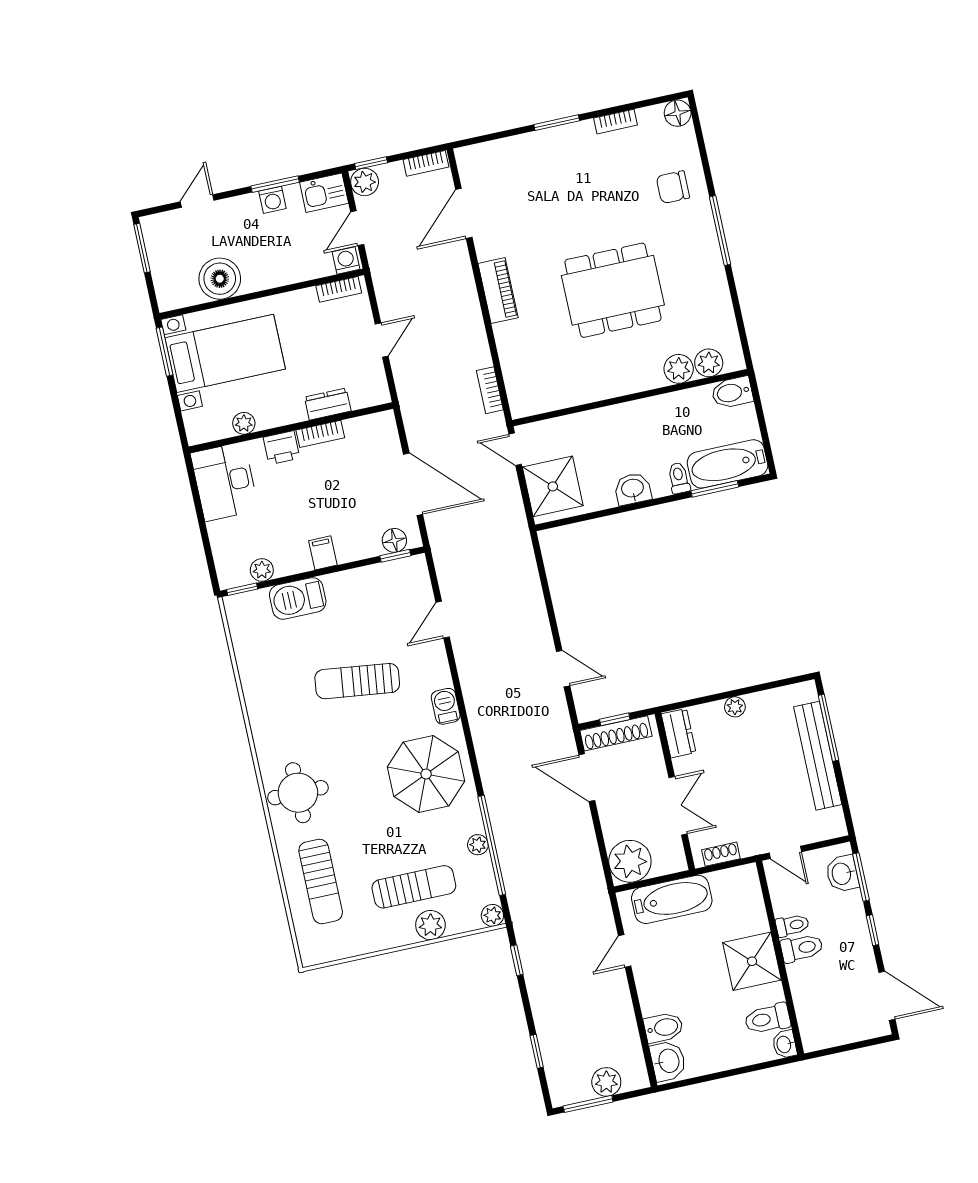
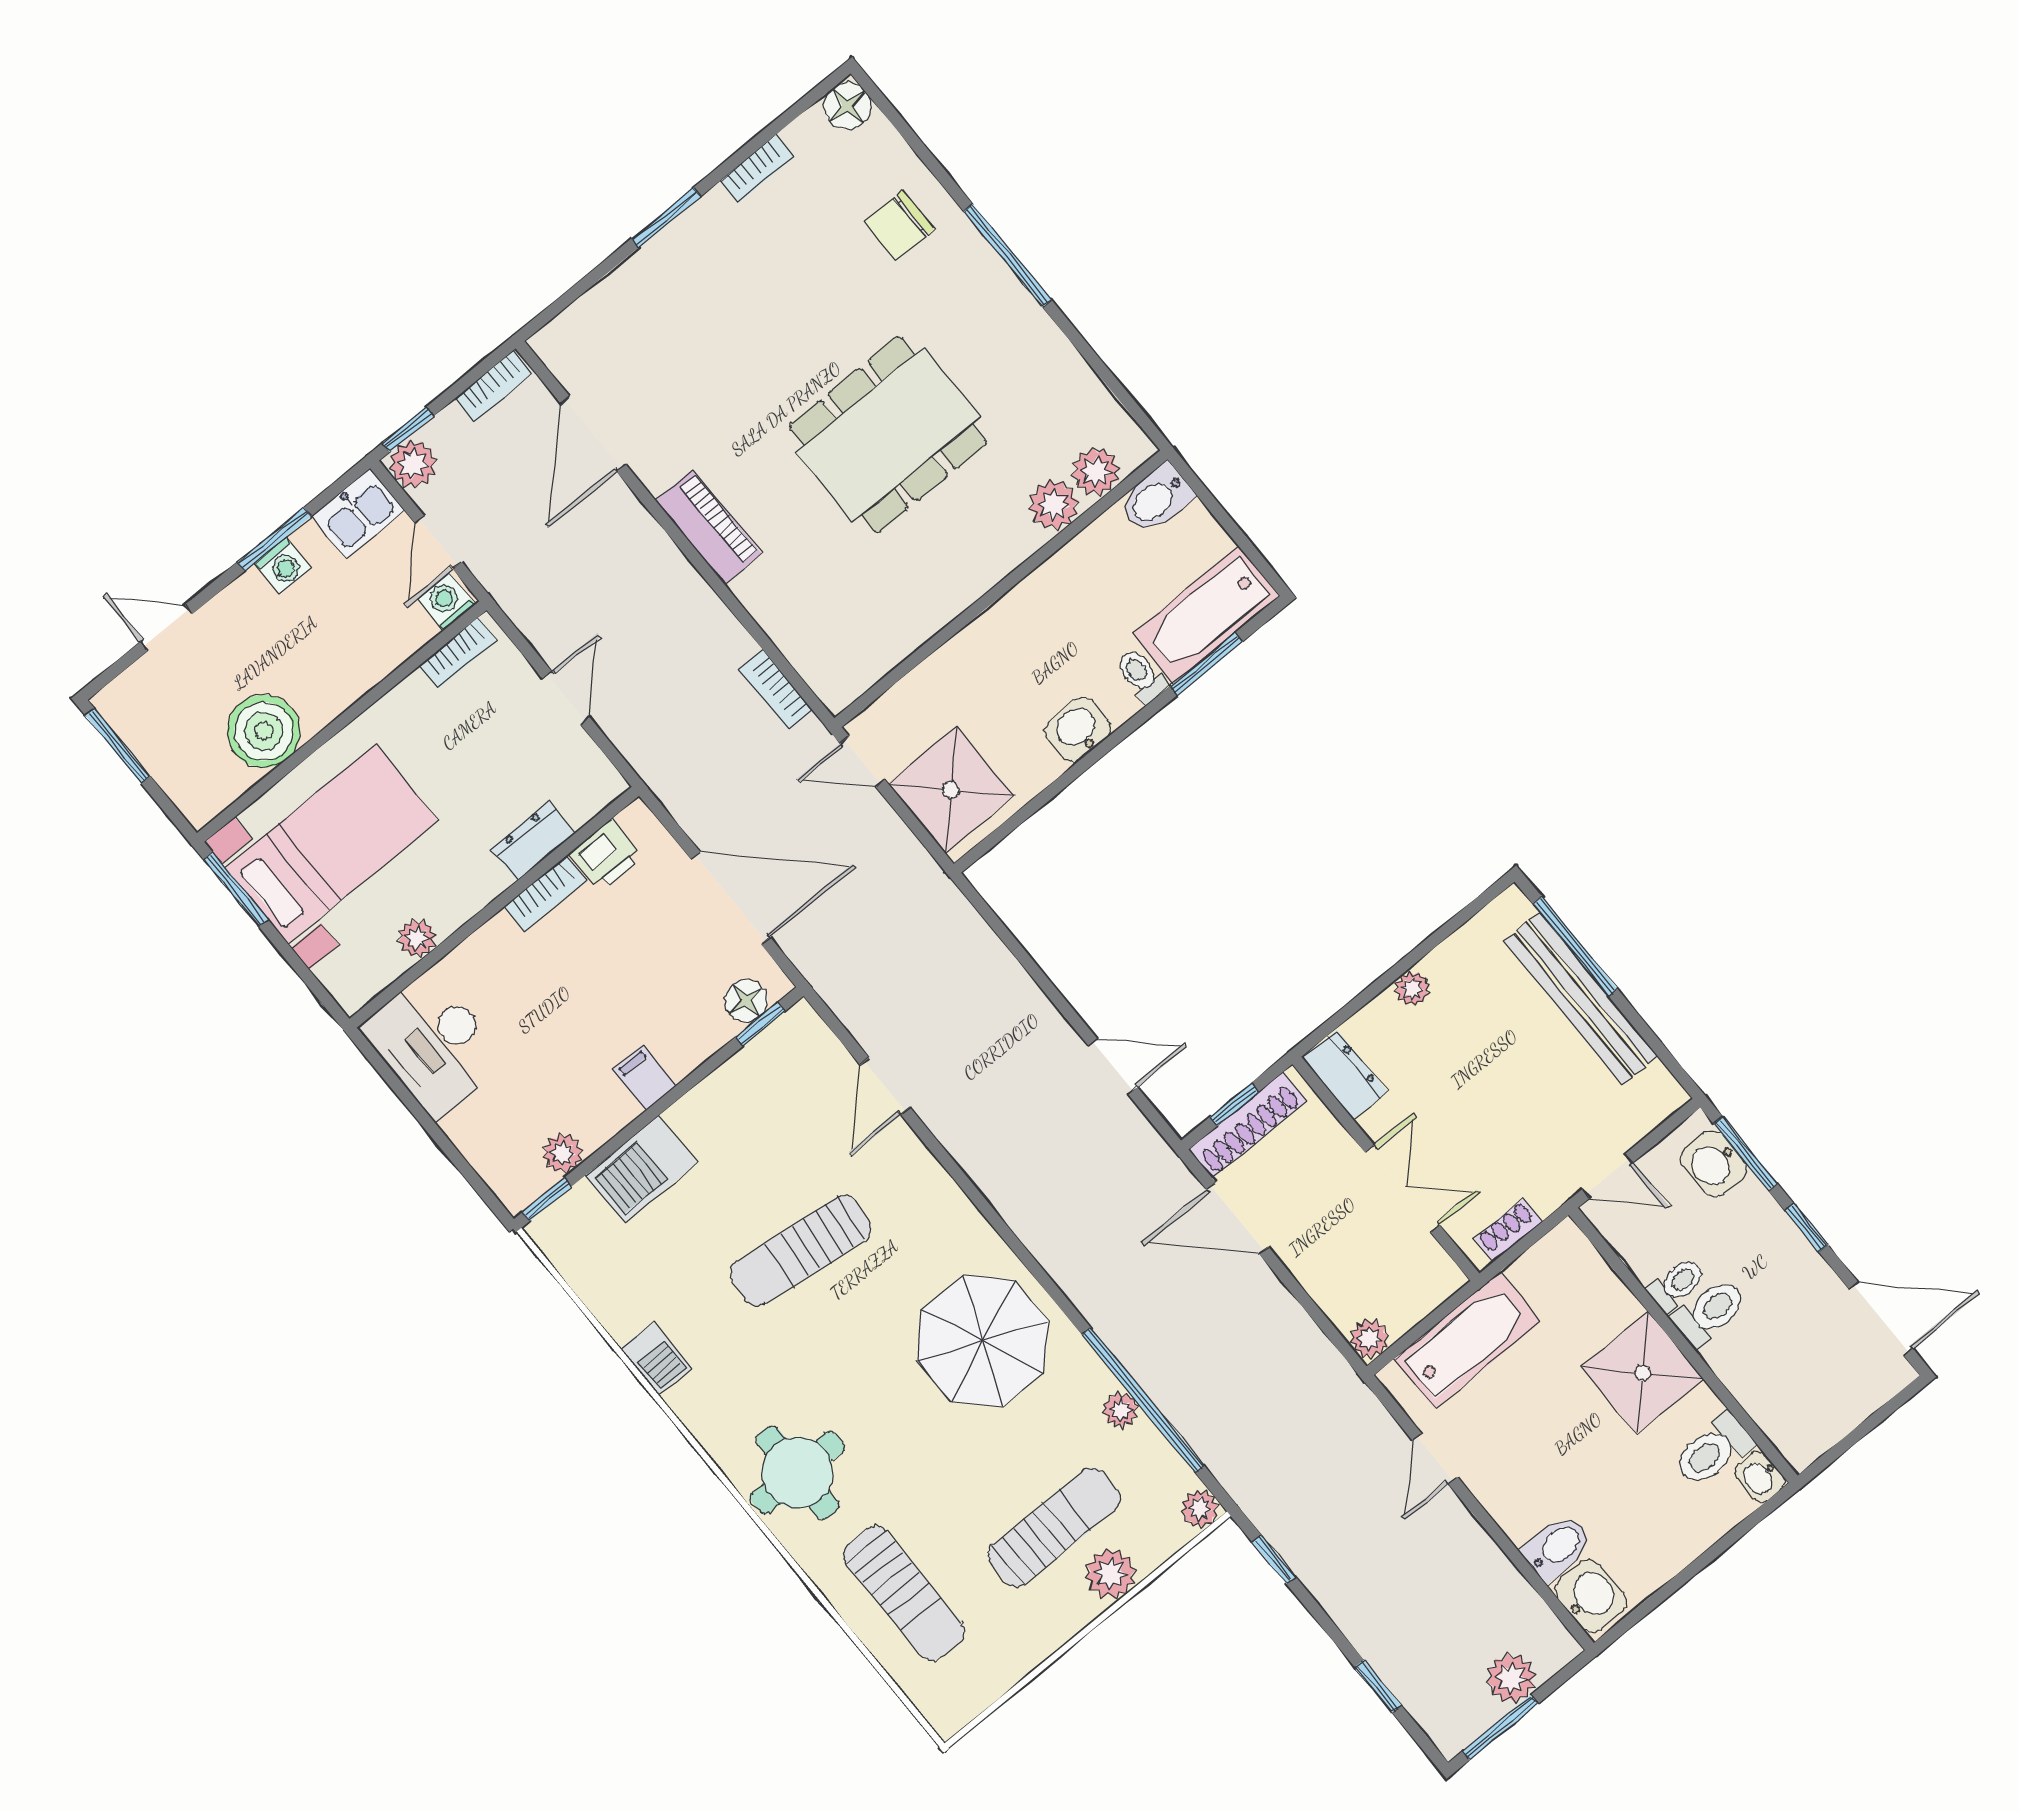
door: (197, 201) -> (166, 628), hinge flipped
printer: (281, 448) -> (606, 855), moved
barbecue: (446, 706) -> (656, 1358), moved, turned 180
plant: (630, 861) -> (1369, 1339), width x0.53, depth x0.53

